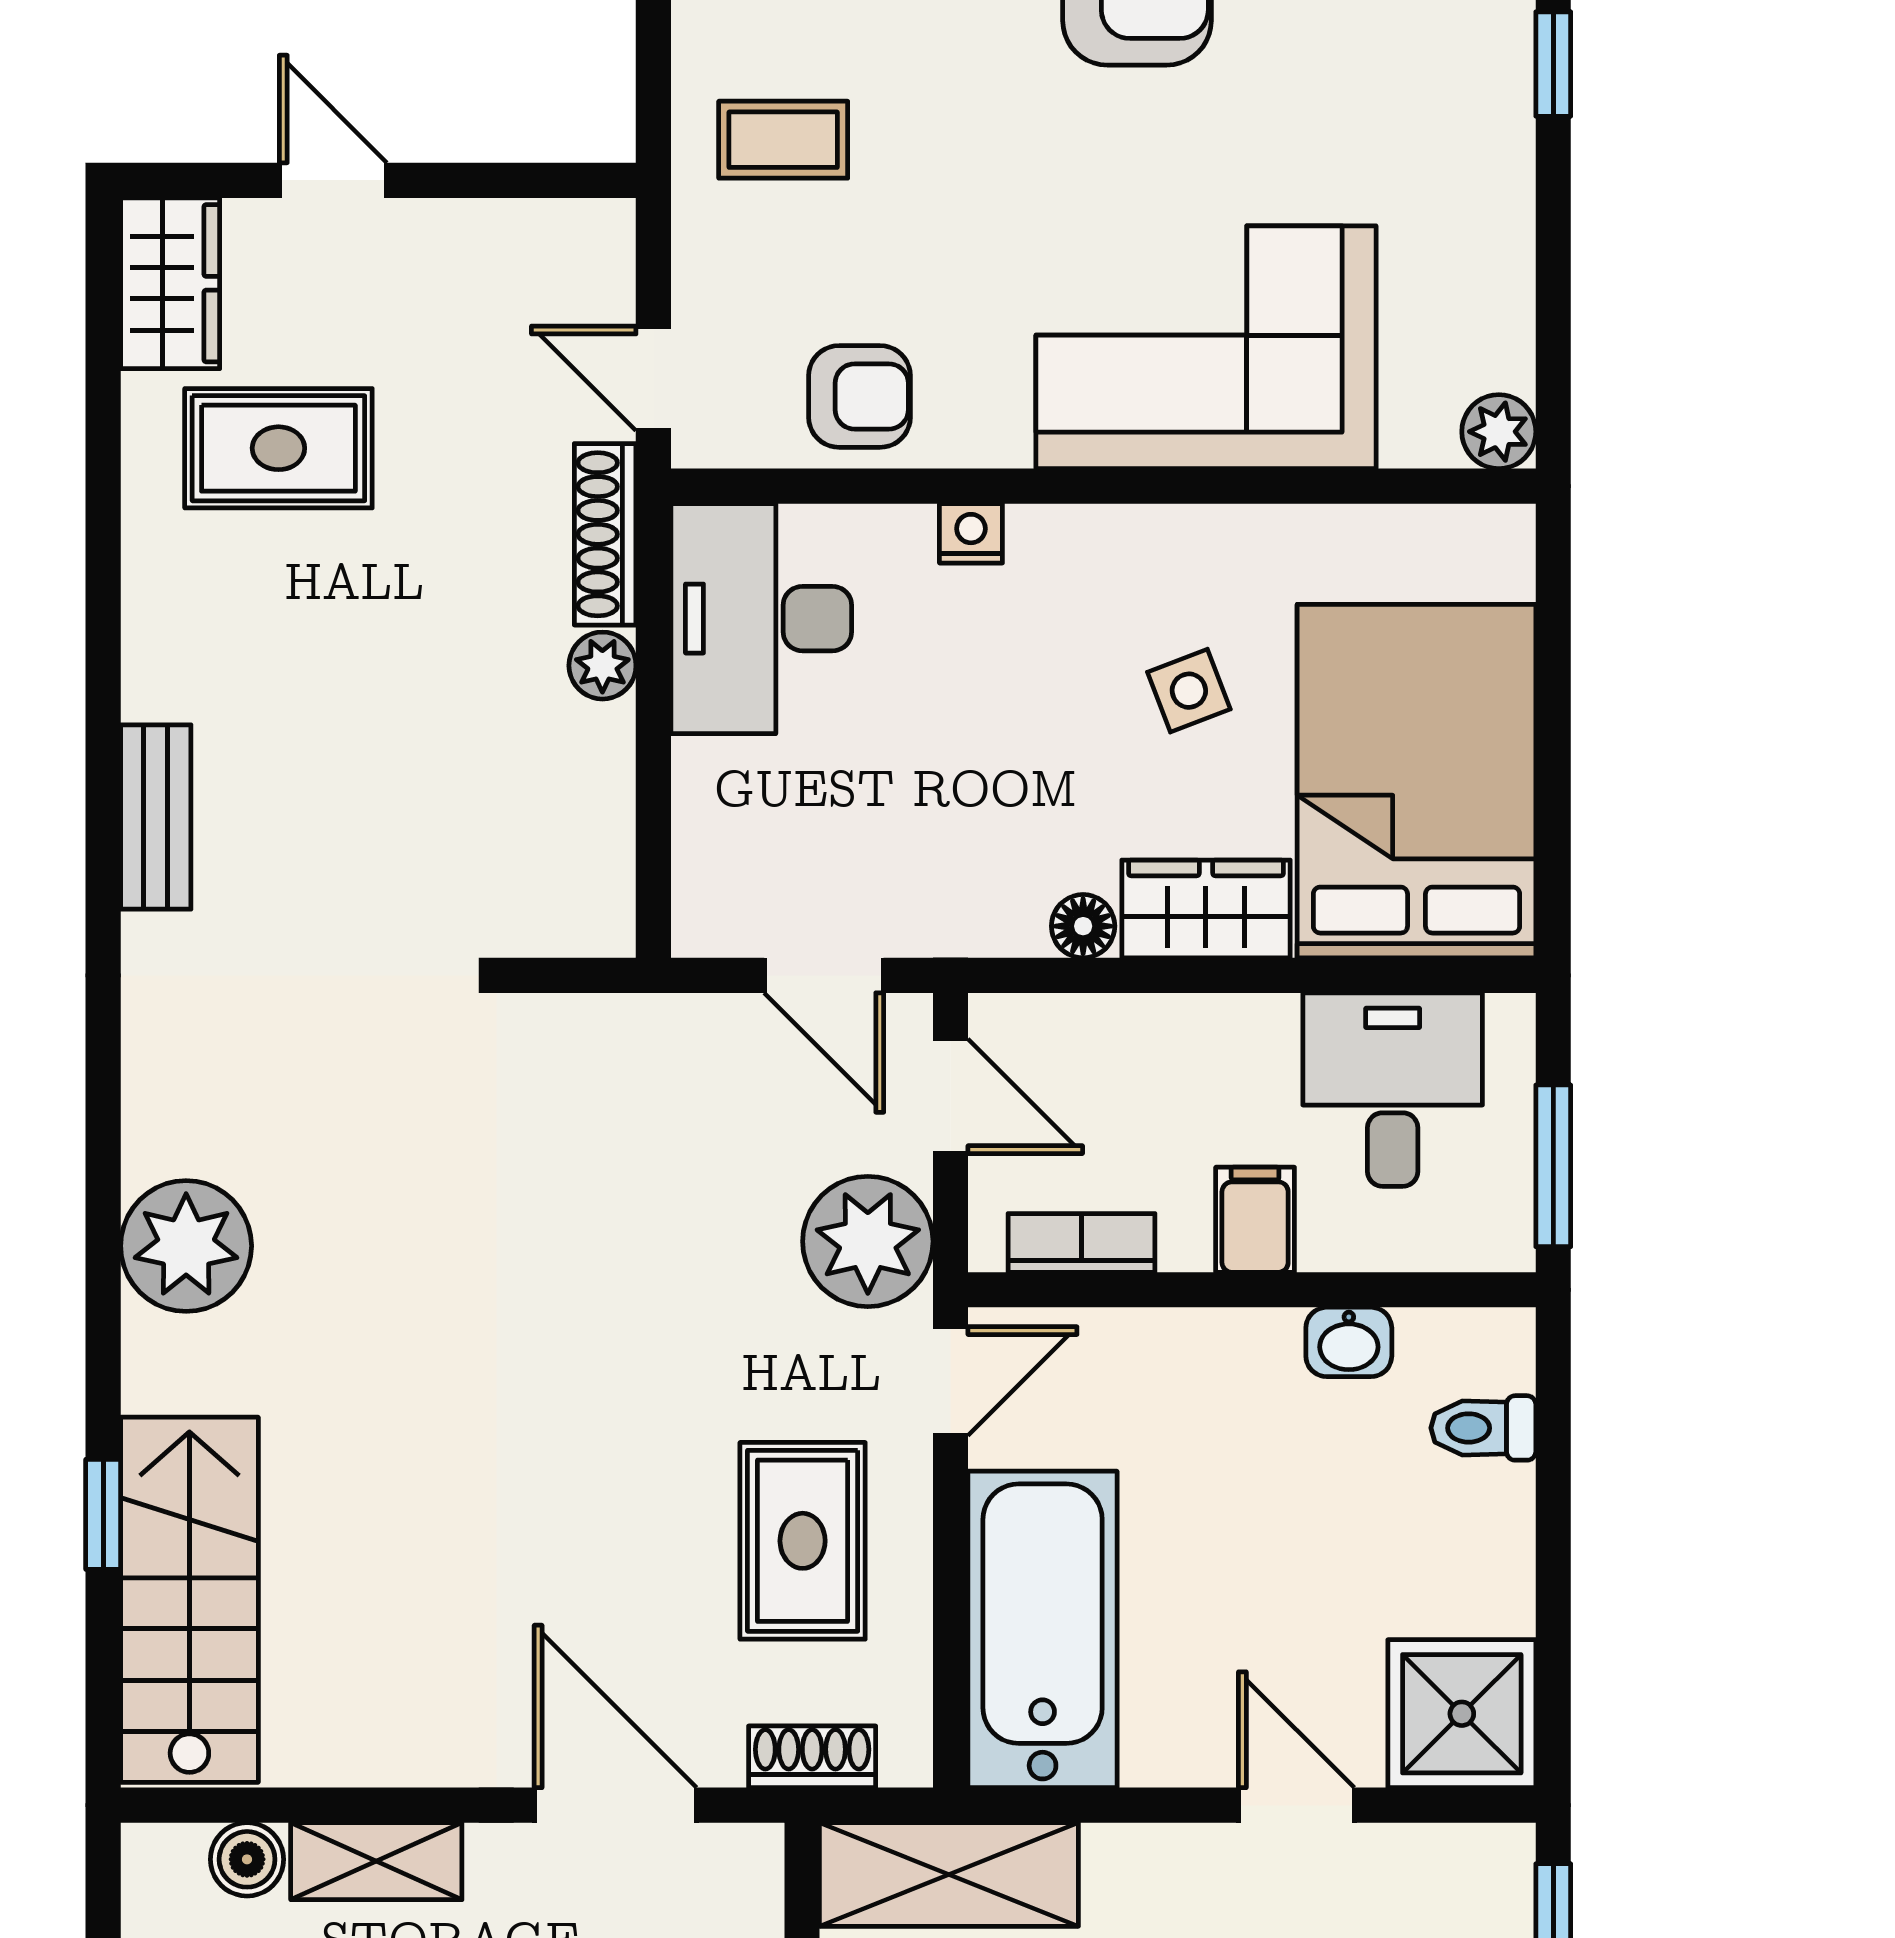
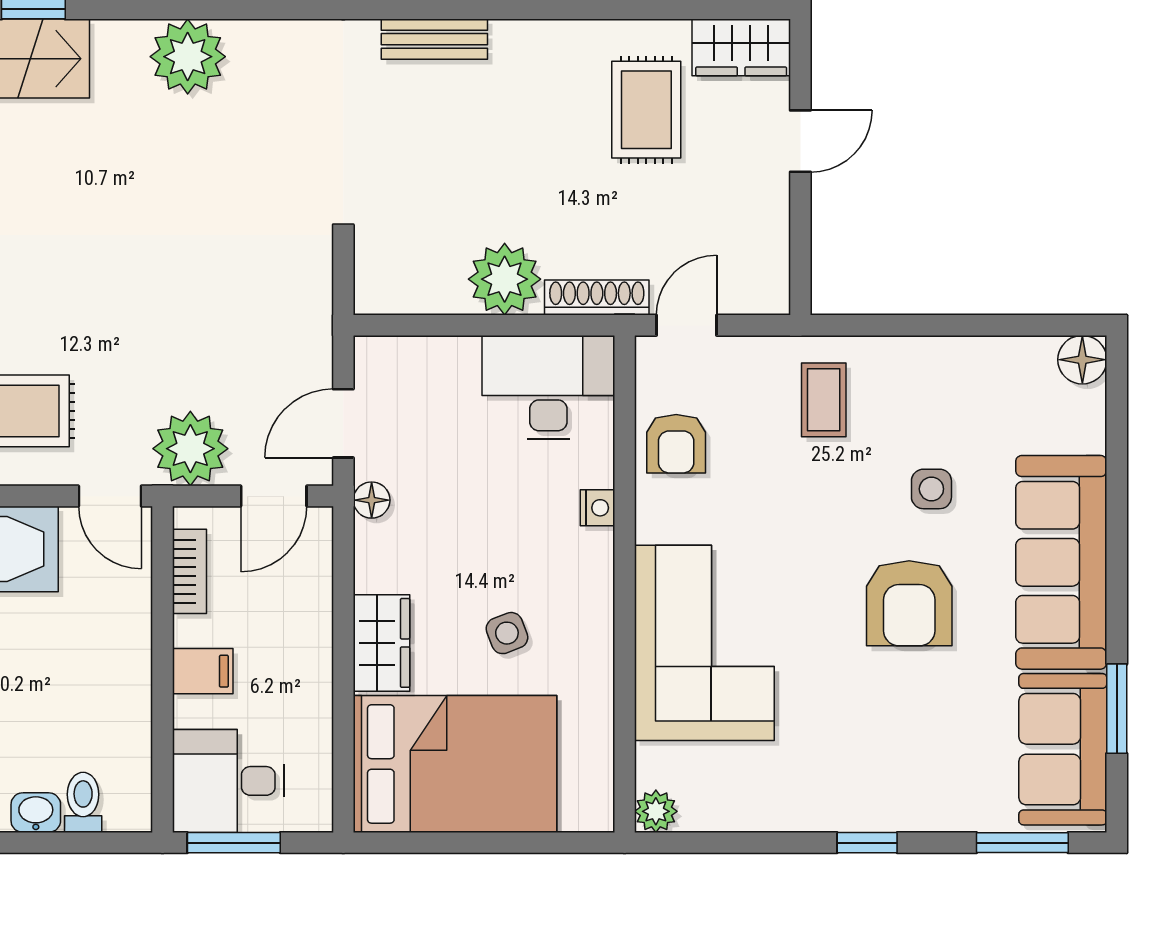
plant: (602, 666) -> (505, 279), width x1.88, depth x1.88
floor lamp: (1083, 926) -> (372, 500), moved
desk: (1393, 1090) -> (228, 781), moved, turned 180
washbasin: (1349, 1342) -> (36, 813), moved, turned 90

